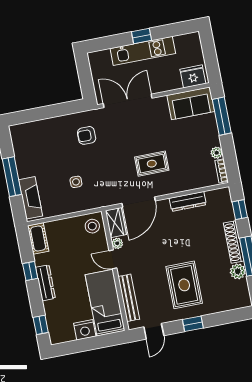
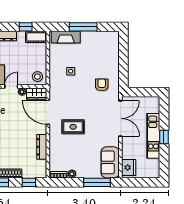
rug: (152, 164) -> (73, 127), turned 90
window: (30, 271) -> (26, 27), moved

